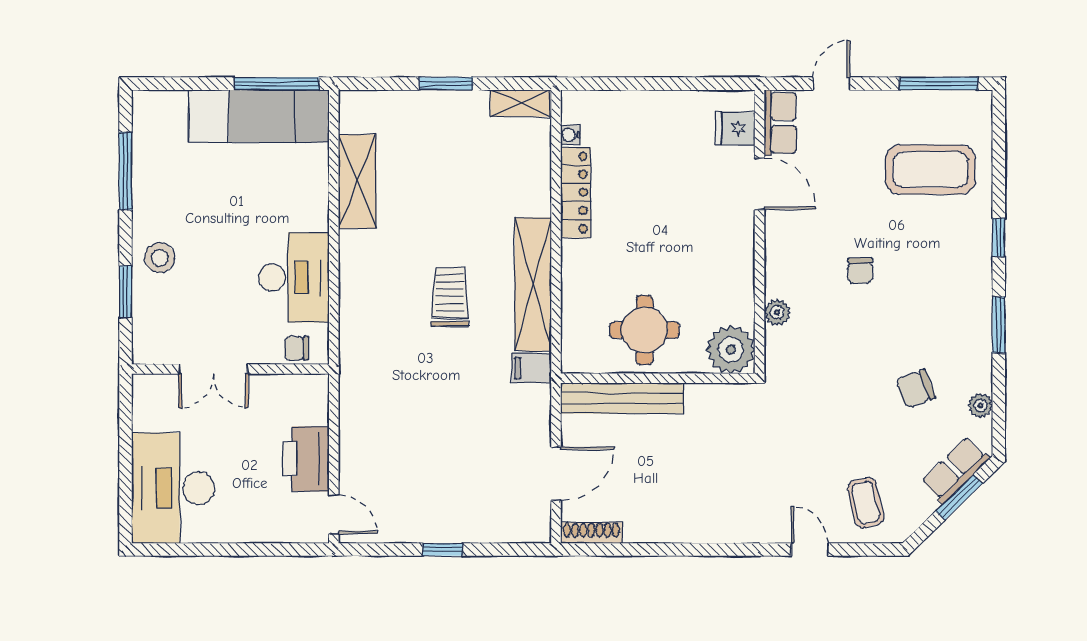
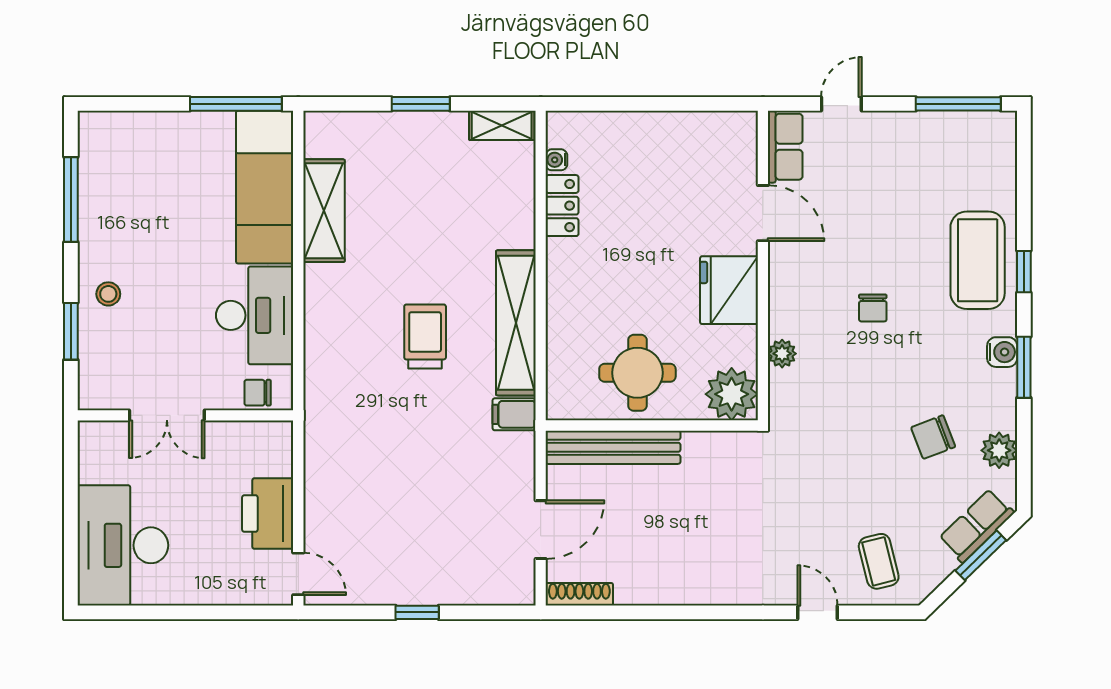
exam couch: (259, 116) -> (265, 187), moved, turned 90
fridge: (735, 128) -> (729, 290), moved, width x1.88, depth x1.34
coffee table: (930, 170) -> (978, 260), moved, turned 90
locker: (576, 192) -> (562, 206), width x0.66
stool: (160, 258) -> (108, 294), width x0.73, depth x0.73
water cooler: (979, 311) -> (1002, 352), added
plant: (981, 405) -> (999, 450), width x1.38, depth x1.38

